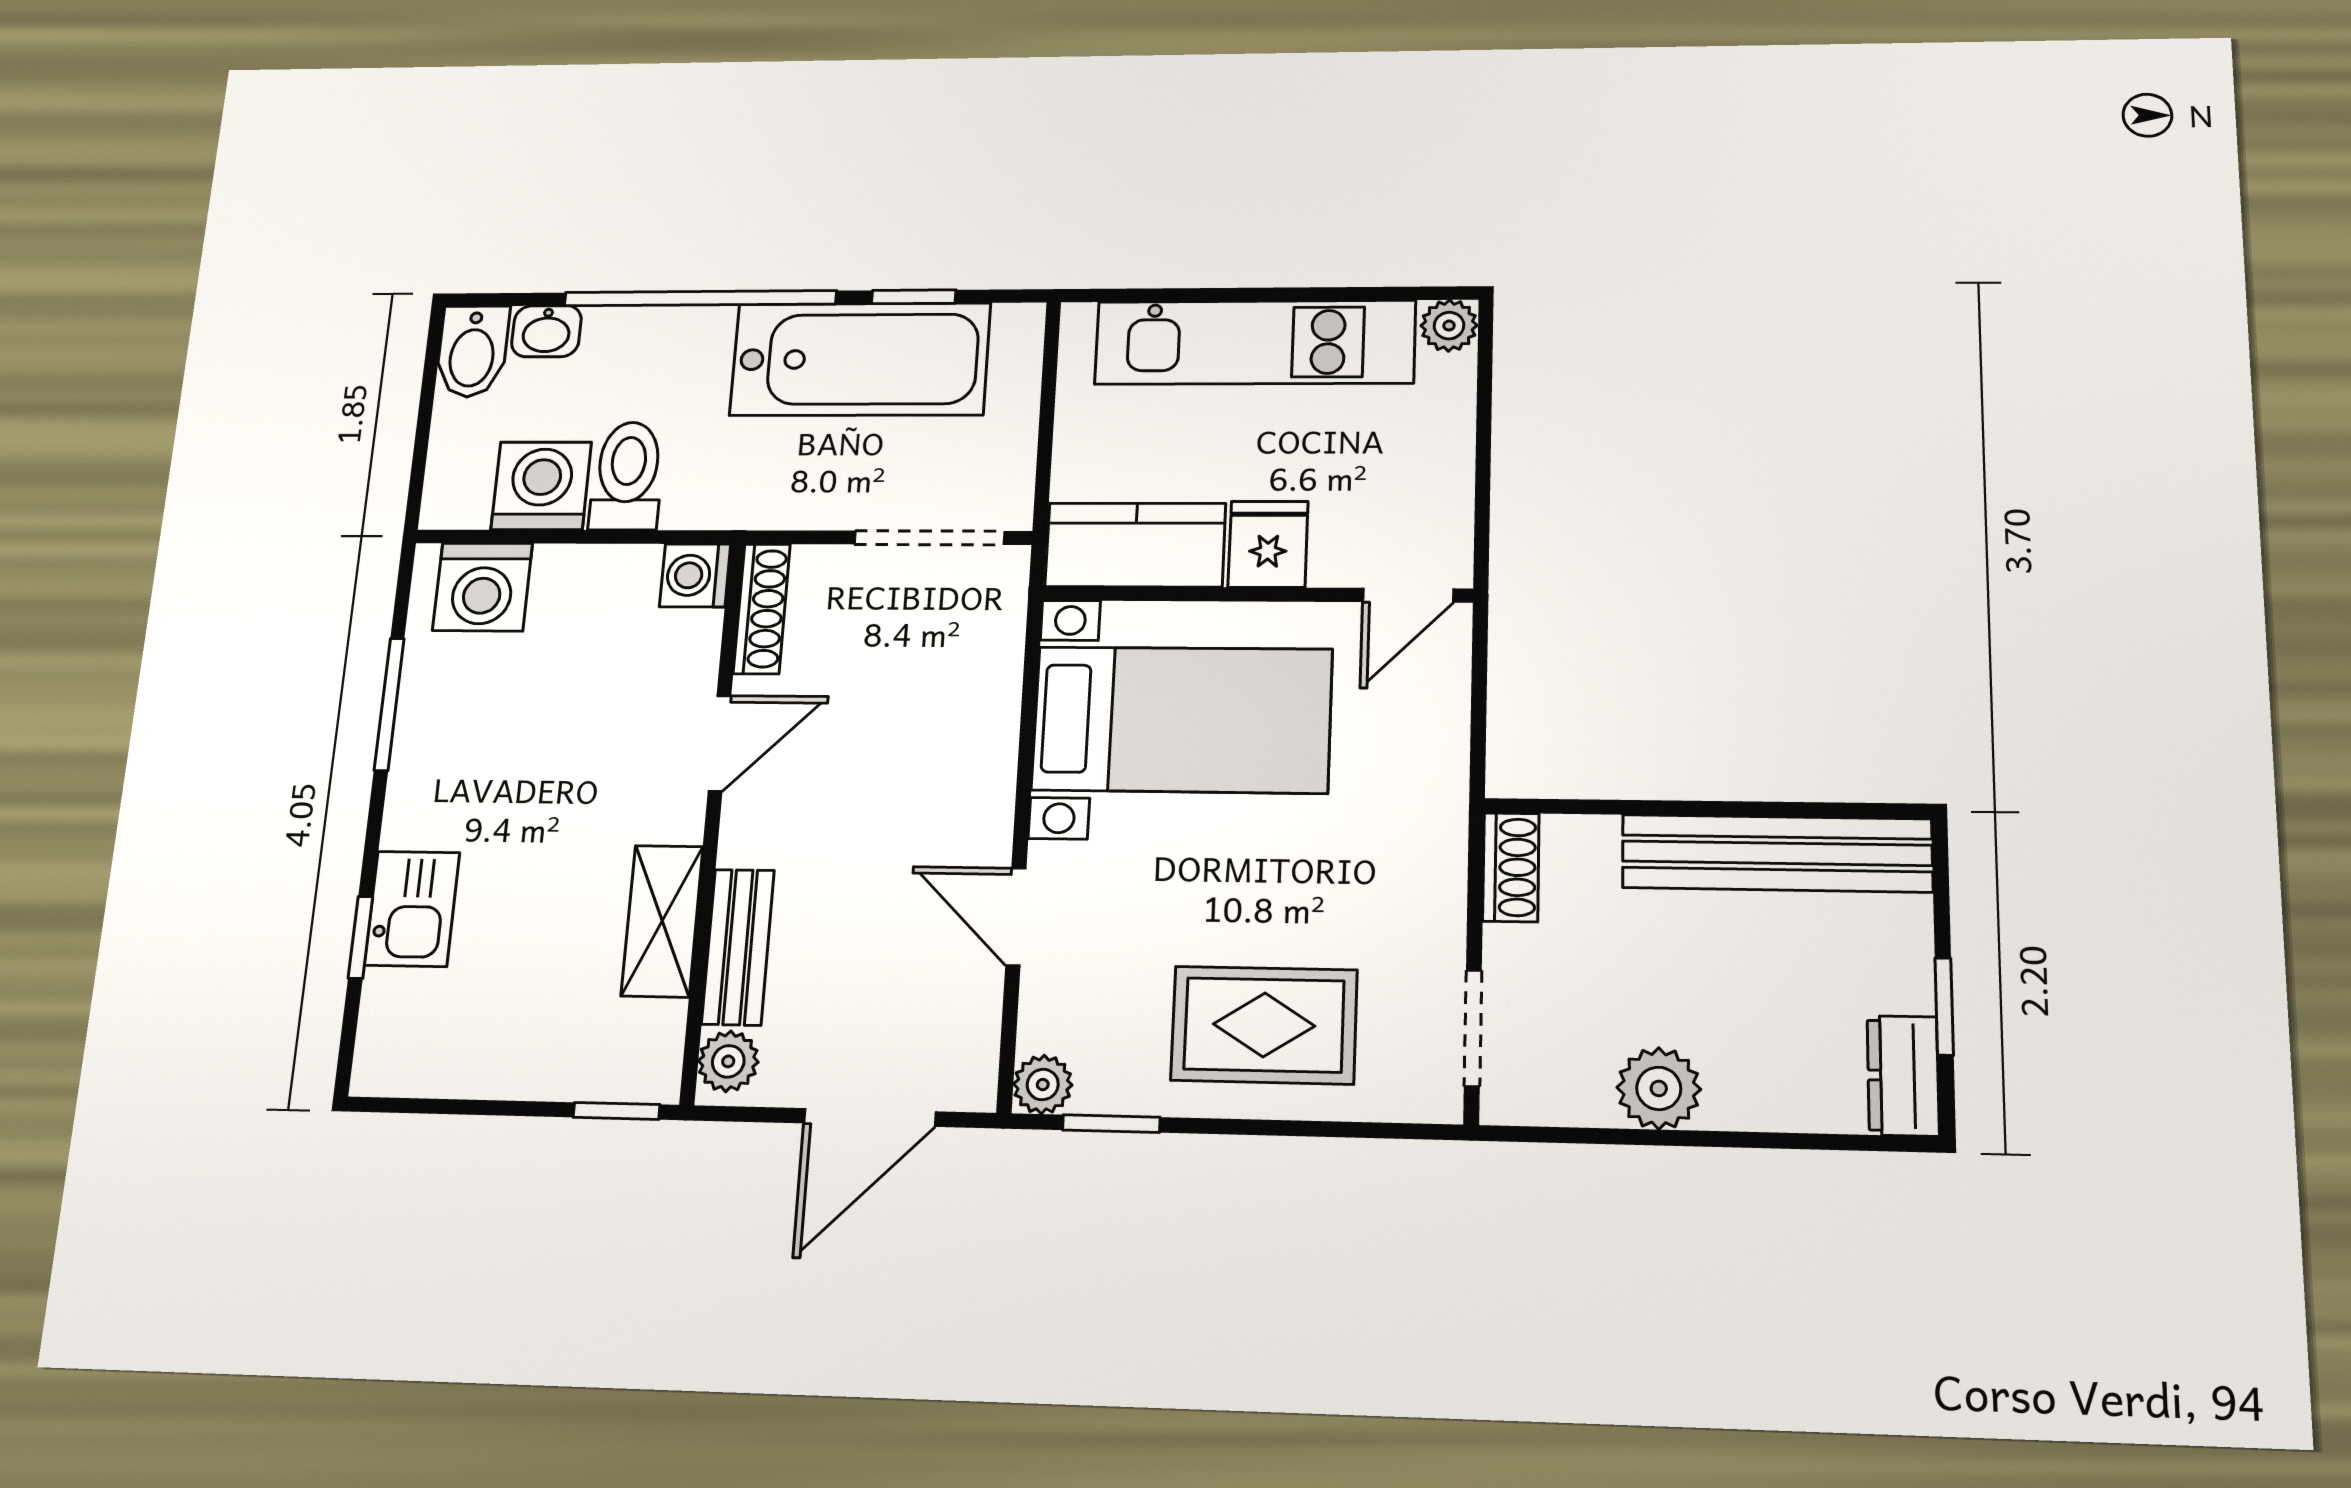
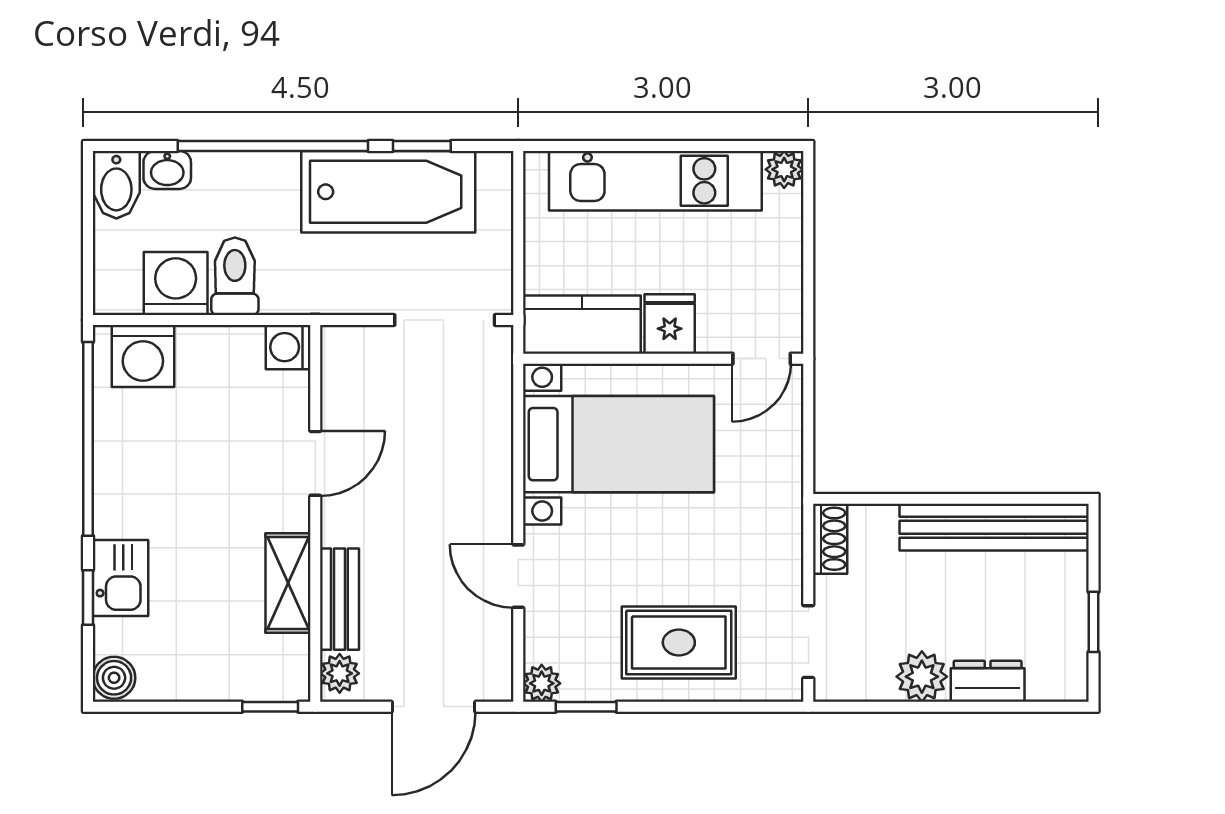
shoe rack: (762, 609) -> (335, 370), removed
window: (389, 704) -> (88, 439), width x2.11
boiler: (384, 1060) -> (114, 678), added
dresser: (1903, 1076) -> (988, 681), moved, turned 90

